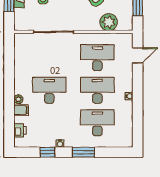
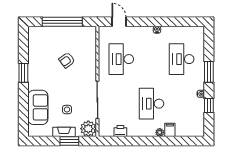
plant: (109, 22) -> (88, 129), moved
desk: (97, 90) -> (151, 59), removed
printer: (20, 130) -> (120, 131), moved

